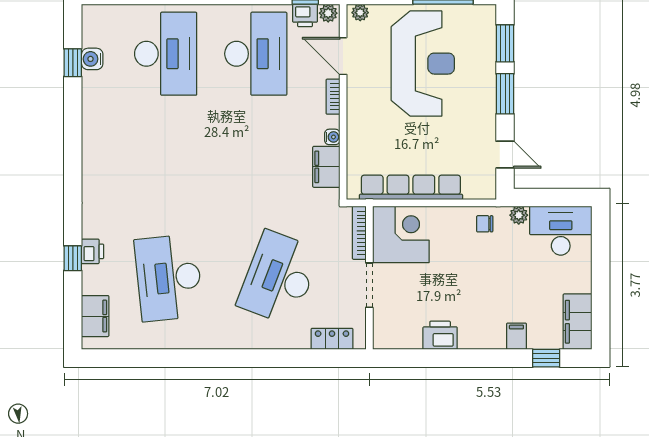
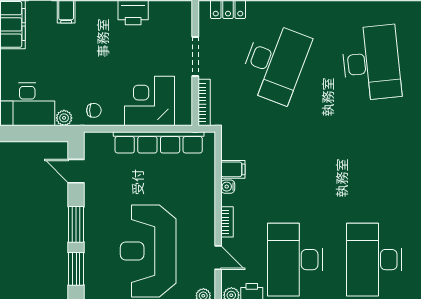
door: (343, 56) -> (218, 258), width x0.73
filing cabinet: (326, 167) -> (233, 169), width x0.50
corner desk: (401, 234) -> (150, 101), moved, turned 90

